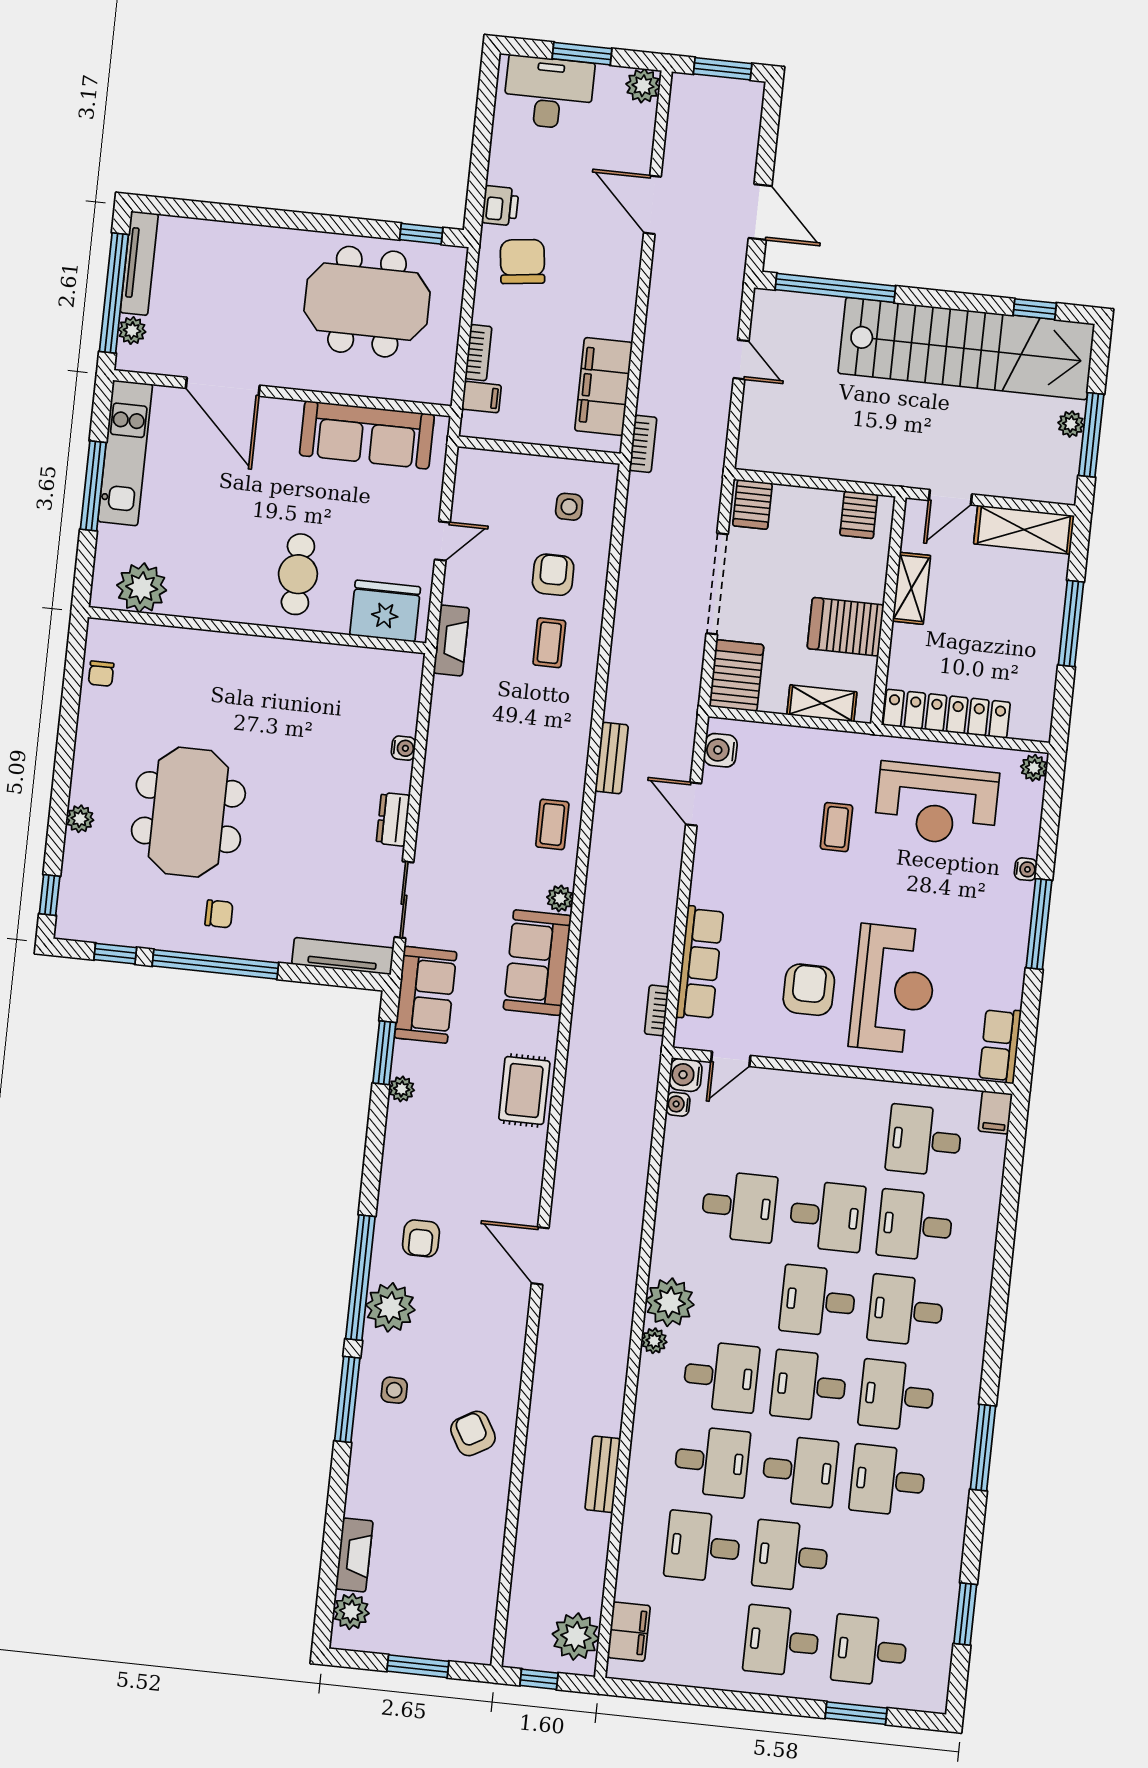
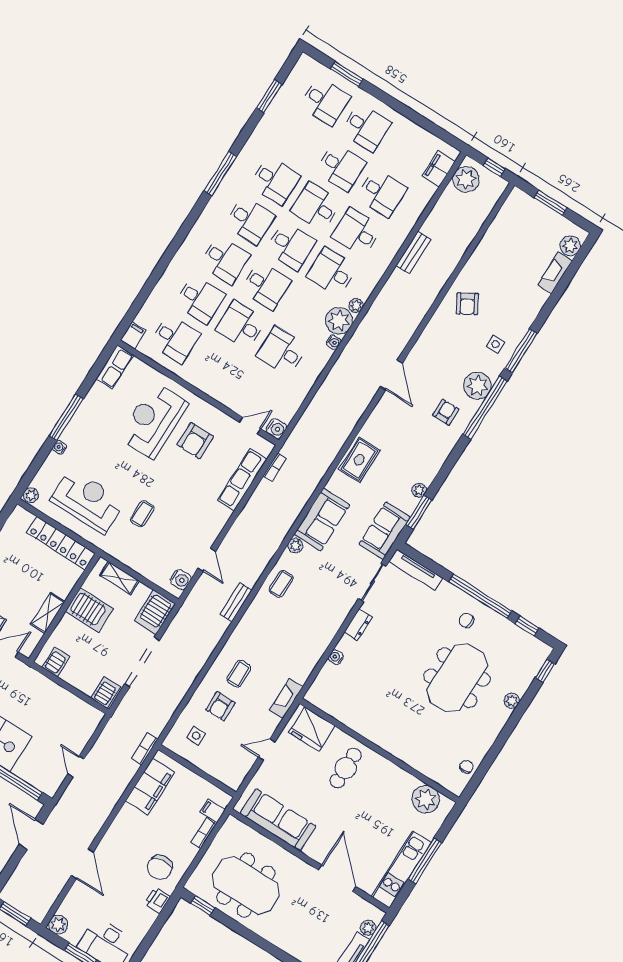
water cooler: (678, 1104) -> (334, 342), moved

